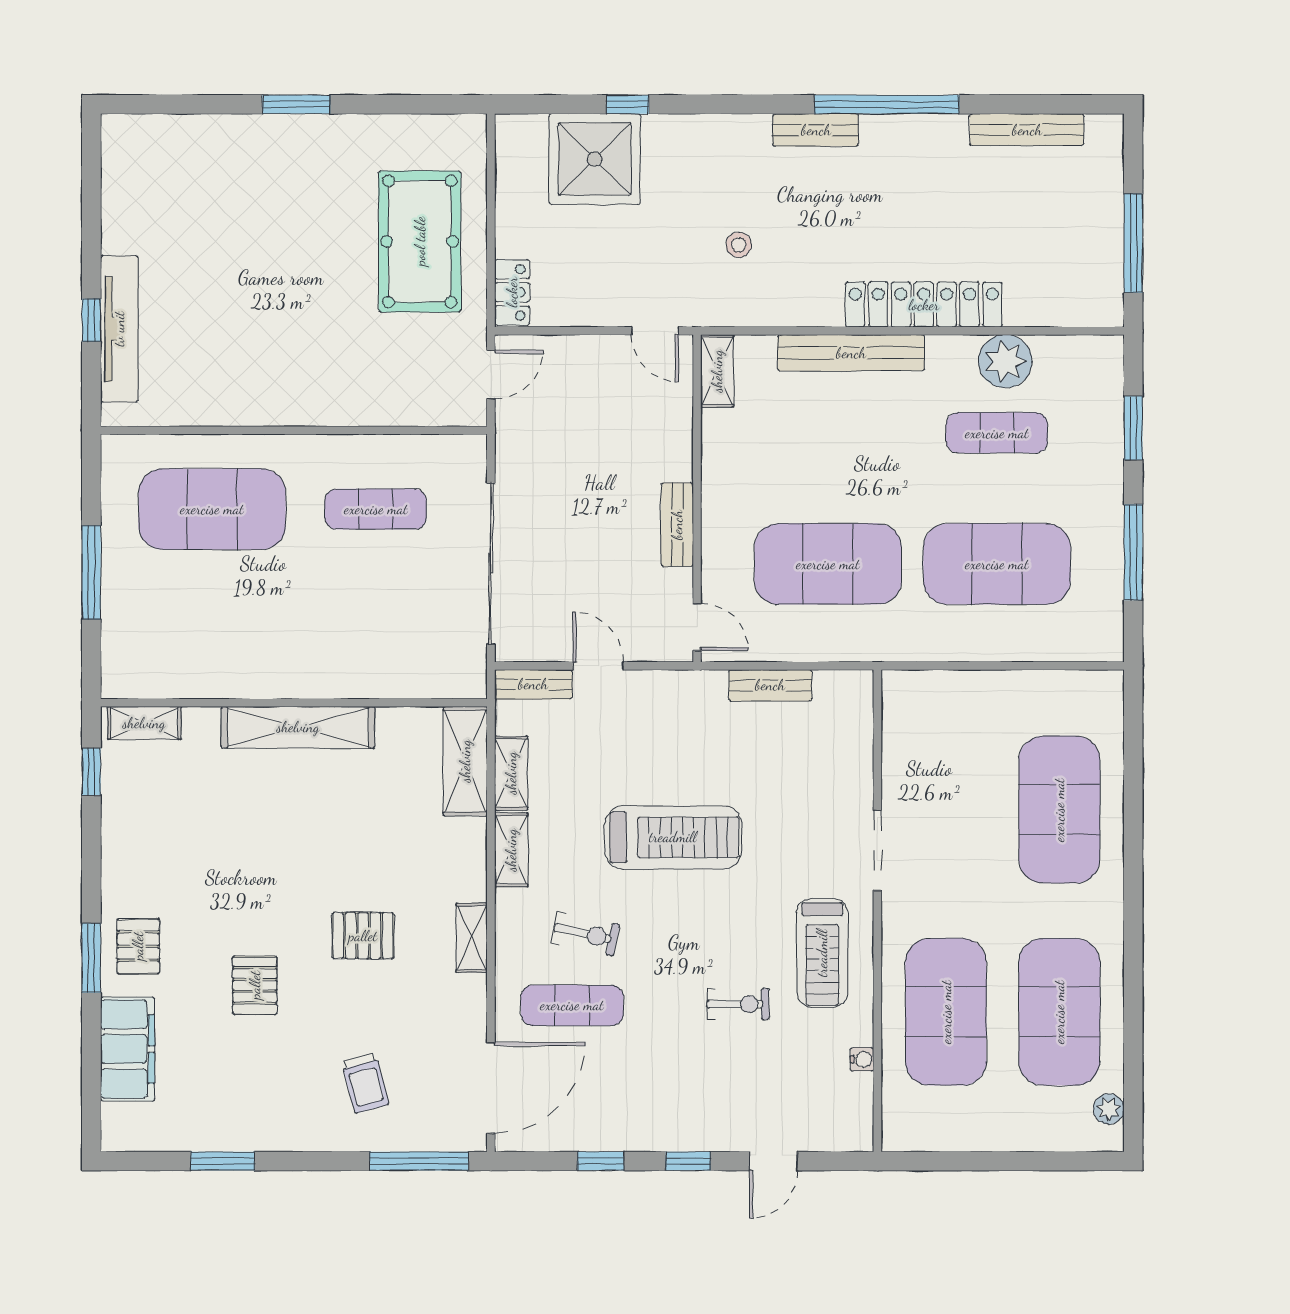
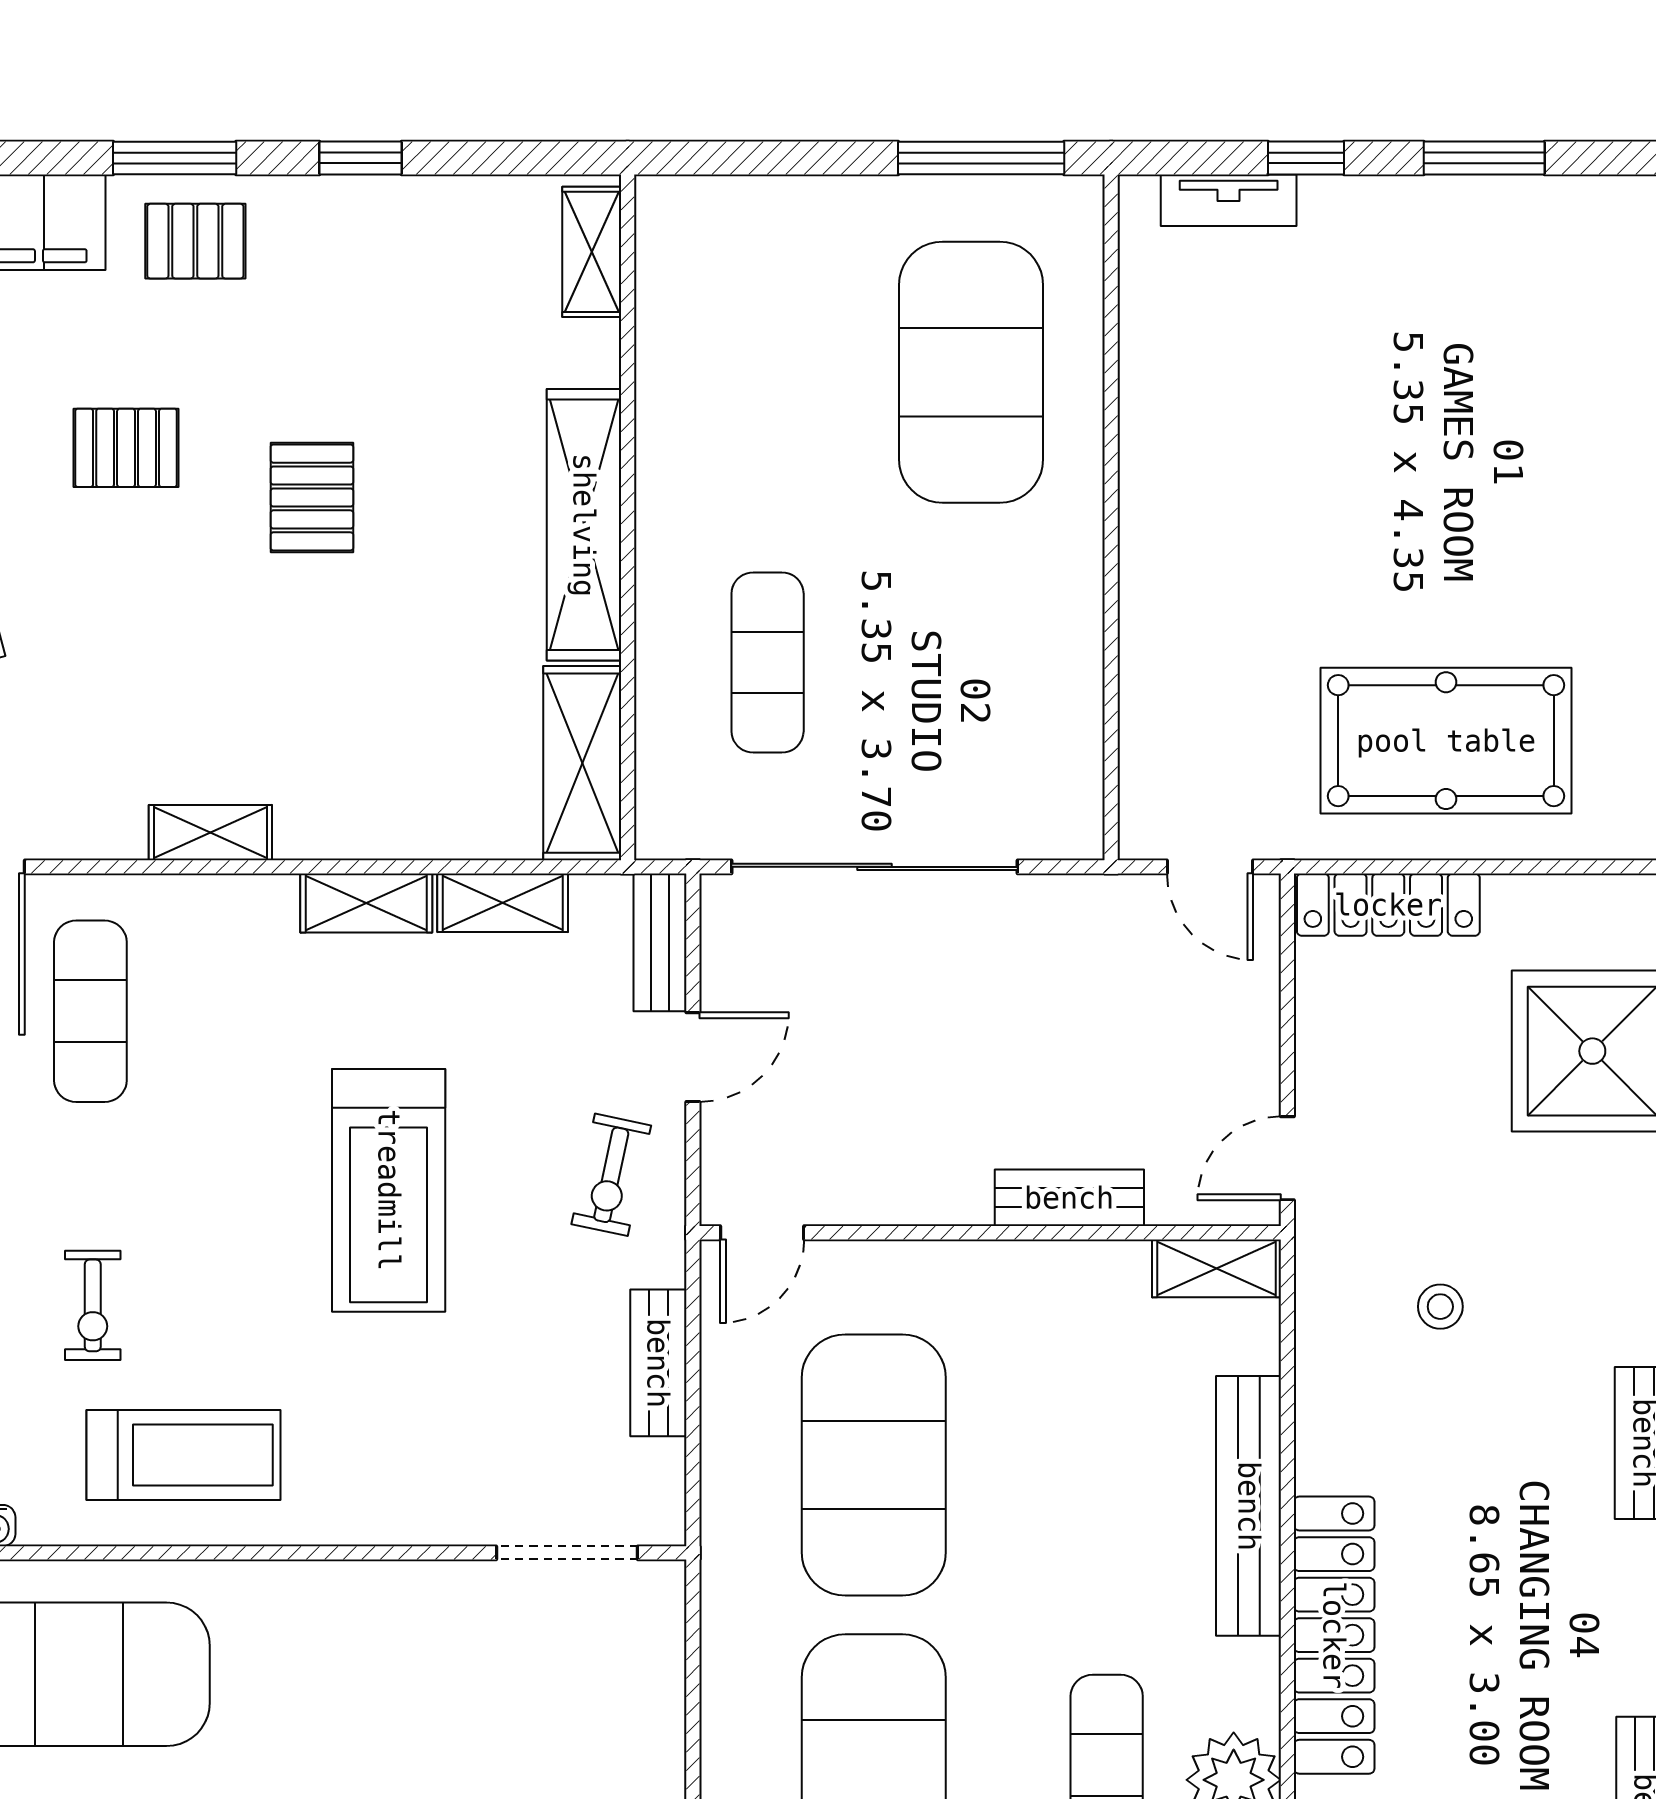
window: (91, 220) -> (1484, 158), added
locker: (512, 292) -> (1388, 905), width x1.53
tv unit: (119, 329) -> (1229, 200), width x0.52, depth x0.78
exercise mat: (376, 509) -> (768, 662), moved
bench: (677, 525) -> (1069, 1198), moved
window: (91, 572) -> (981, 158), moved
shelving: (465, 761) -> (582, 763), moved, turned 90
window: (91, 772) -> (361, 158), moved
doorway: (877, 850) -> (567, 1553), moved
exercise bike: (585, 934) -> (611, 1175), moved
pallet: (363, 936) -> (312, 497), moved
treadmill: (822, 953) -> (184, 1455), turned 180

